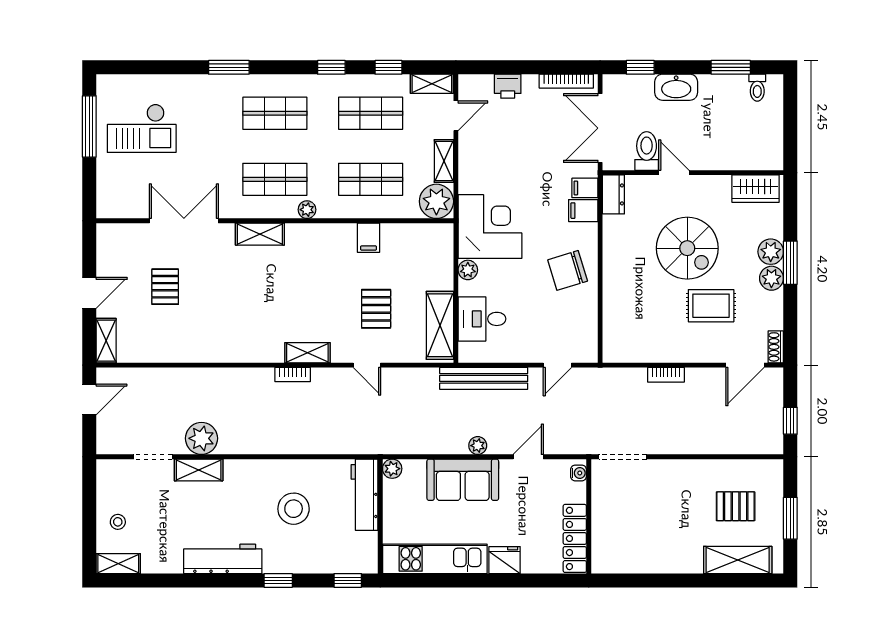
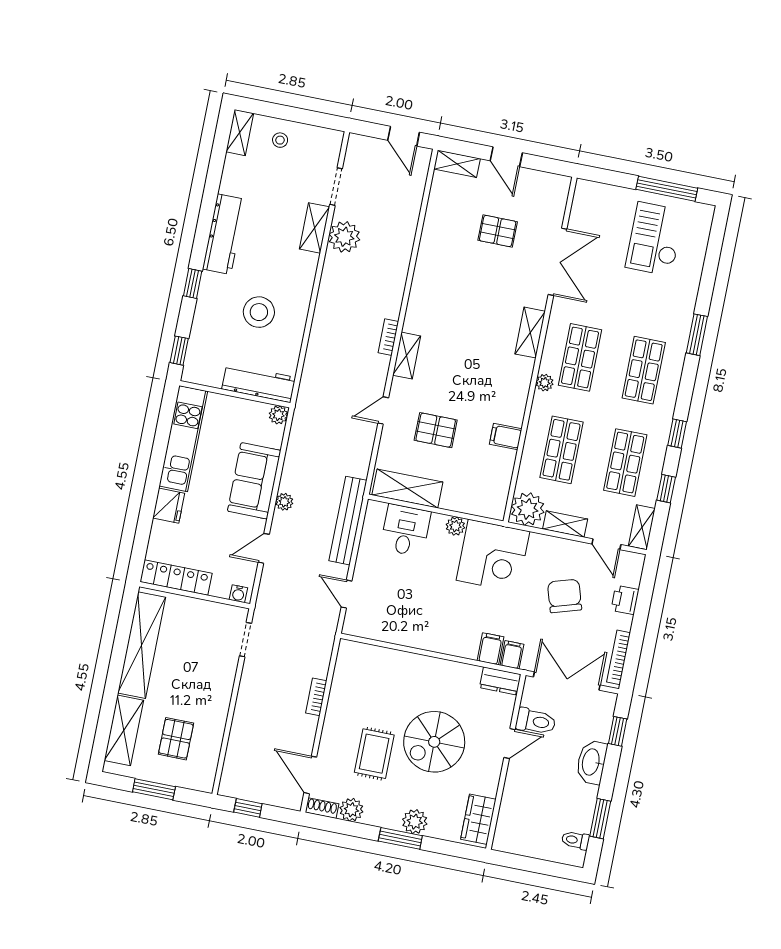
chair: (568, 270) -> (565, 596), moved
plant: (771, 278) -> (351, 810), moved
door: (528, 457) -> (264, 548), swing flipped
doorway: (623, 457) -> (245, 640), width x0.73
shelving: (649, 559) -> (142, 645), added

